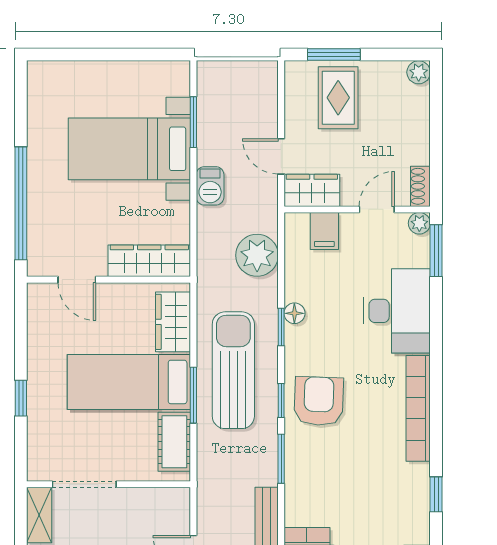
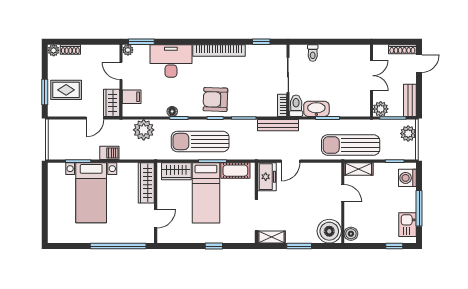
shoe rack: (420, 186) -> (70, 49), moved
freezer: (162, 506) -> (267, 177), added

